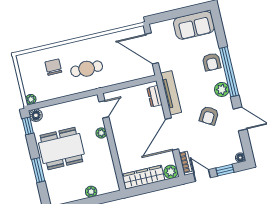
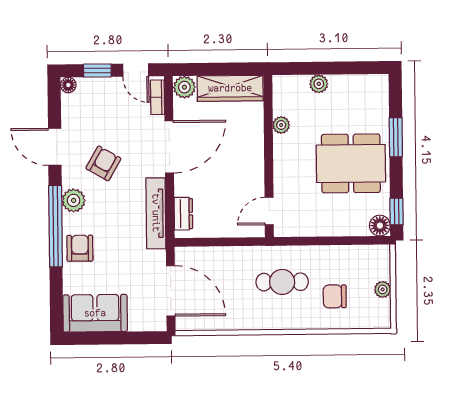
chair: (53, 67) -> (335, 296), turned 90
plant: (31, 99) -> (383, 289), moved
plant: (101, 133) -> (281, 125), moved

